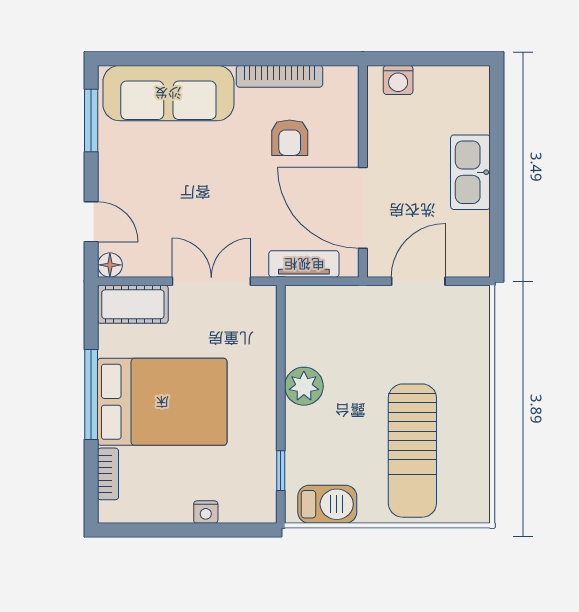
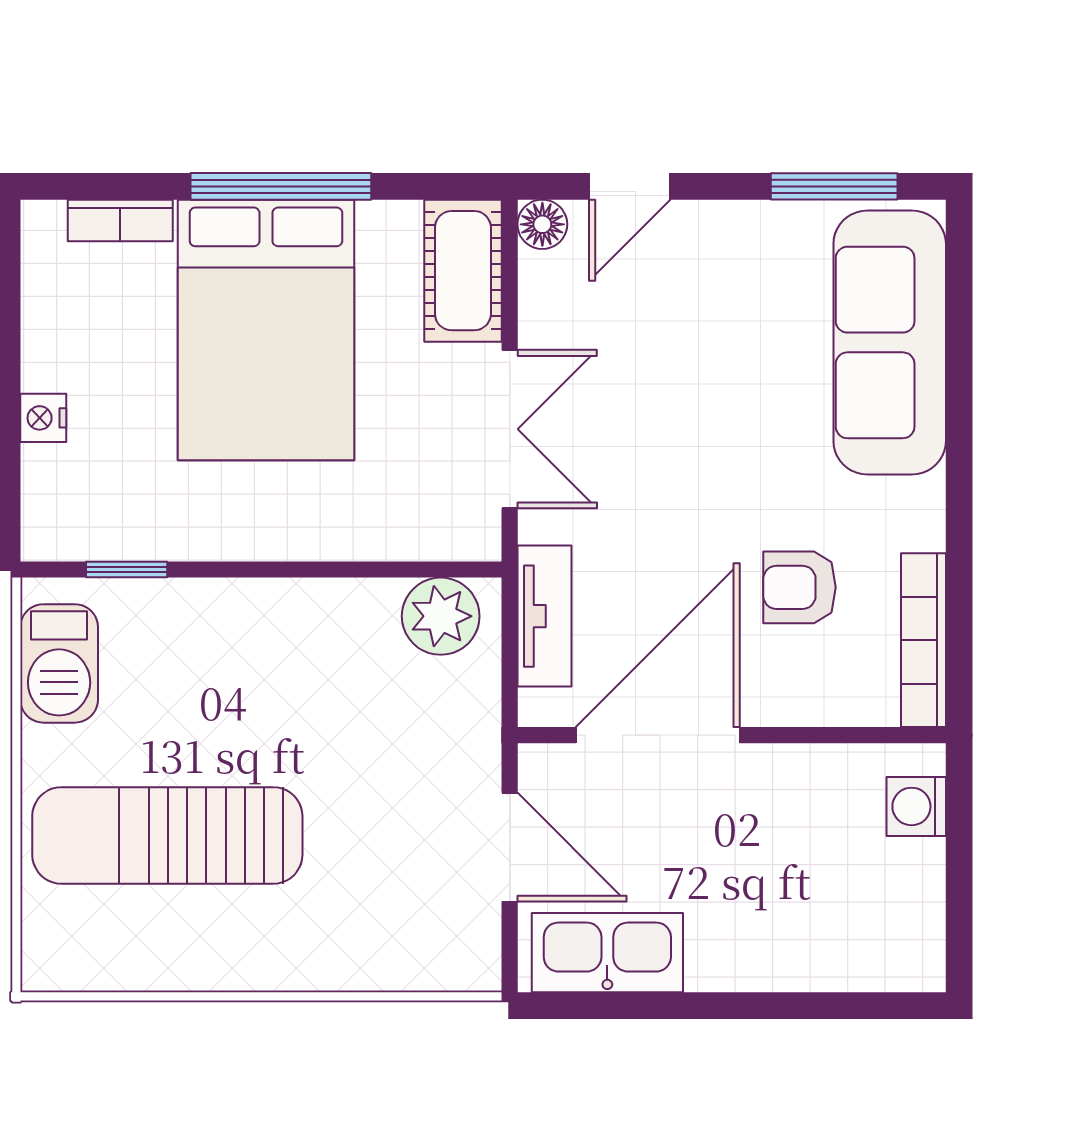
bookcase: (279, 76) -> (924, 640), moved
kitchen sink: (470, 172) -> (607, 953), moved
plant: (304, 386) -> (441, 616), moved

